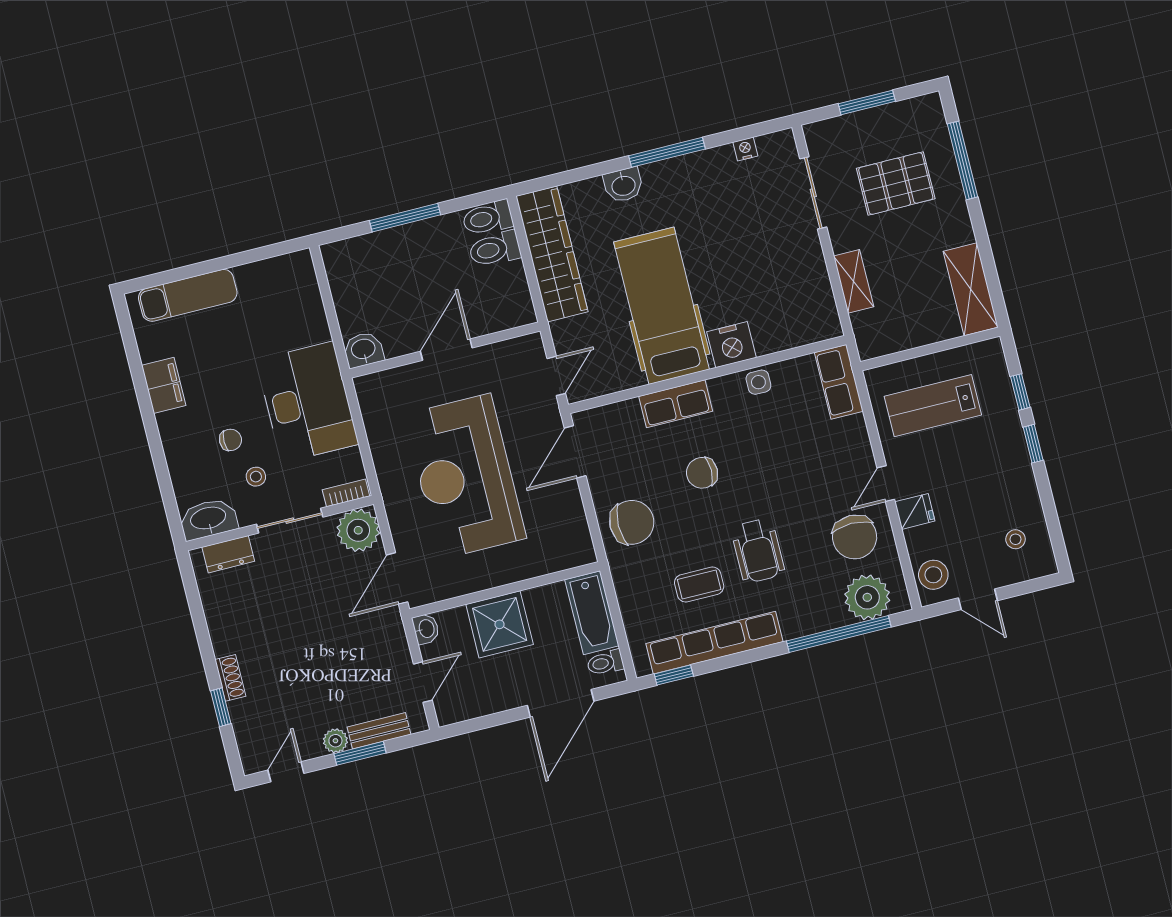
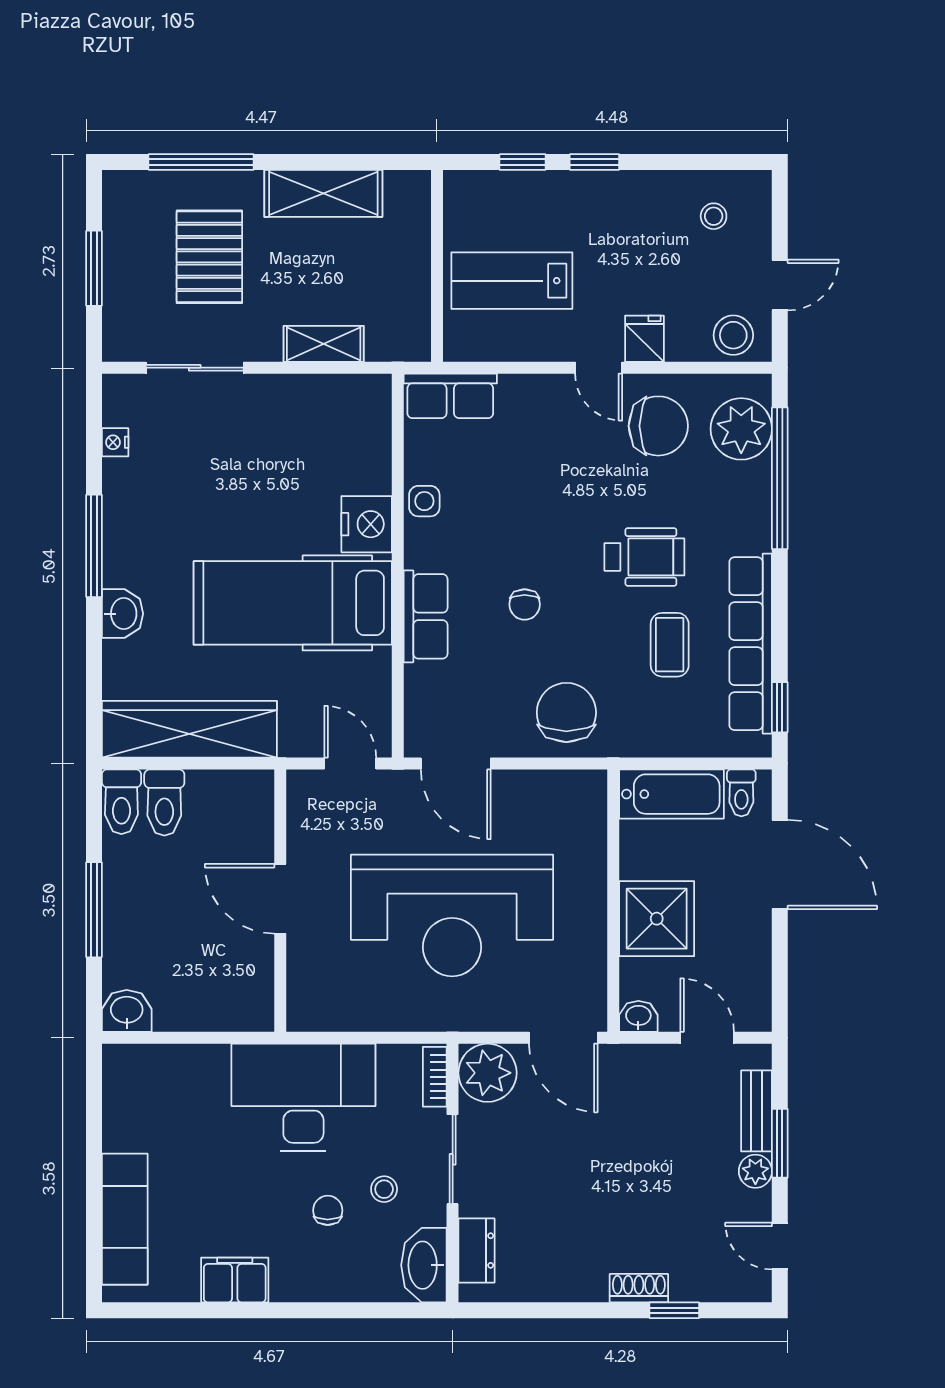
shelving: (971, 289) -> (323, 193), moved
washbasin: (363, 350) -> (127, 1011), moved, turned 90
lab bench: (933, 406) -> (512, 281), turned 90
chair: (702, 473) -> (525, 604), width x0.73, depth x0.73

